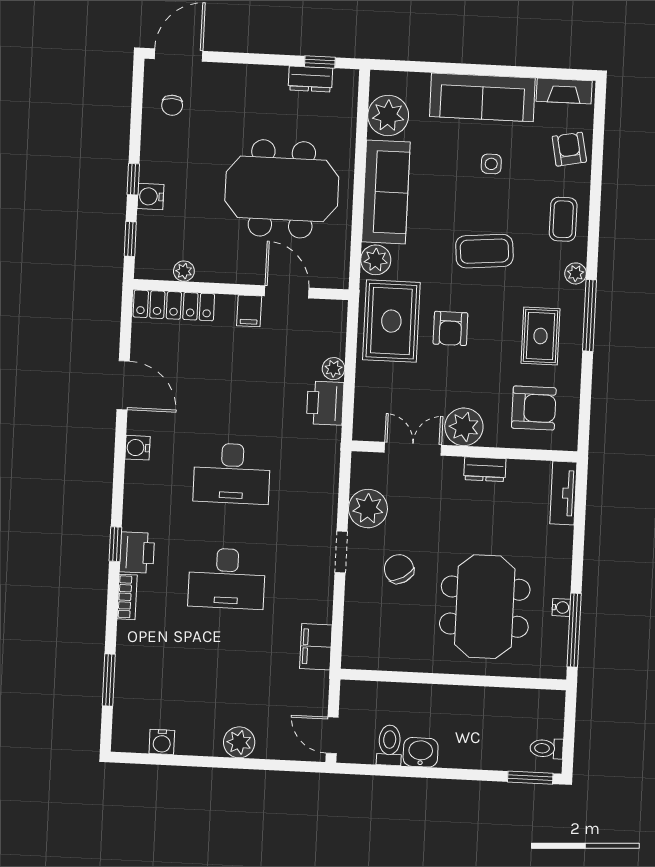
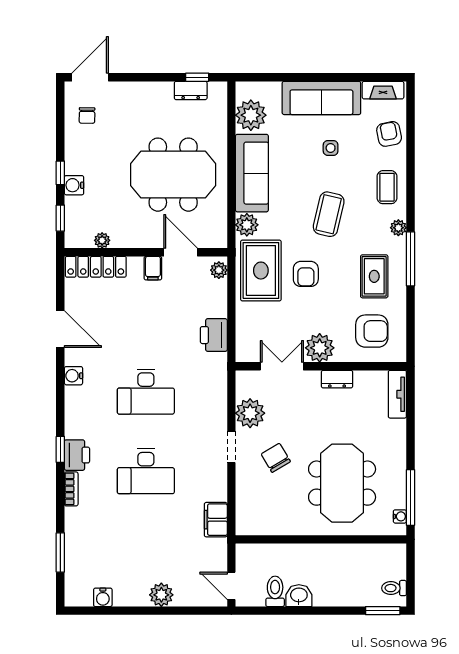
coffee table: (484, 251) -> (329, 214), turned -72
plant: (333, 369) -> (219, 270), moved
water cooler: (561, 607) -> (400, 516), moved

